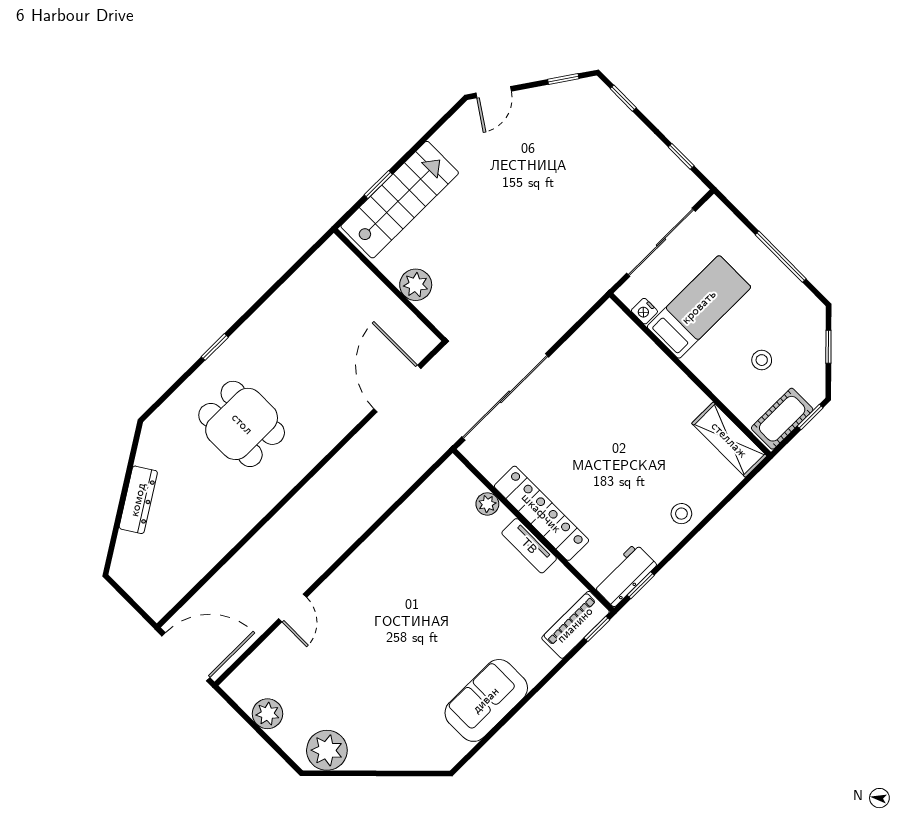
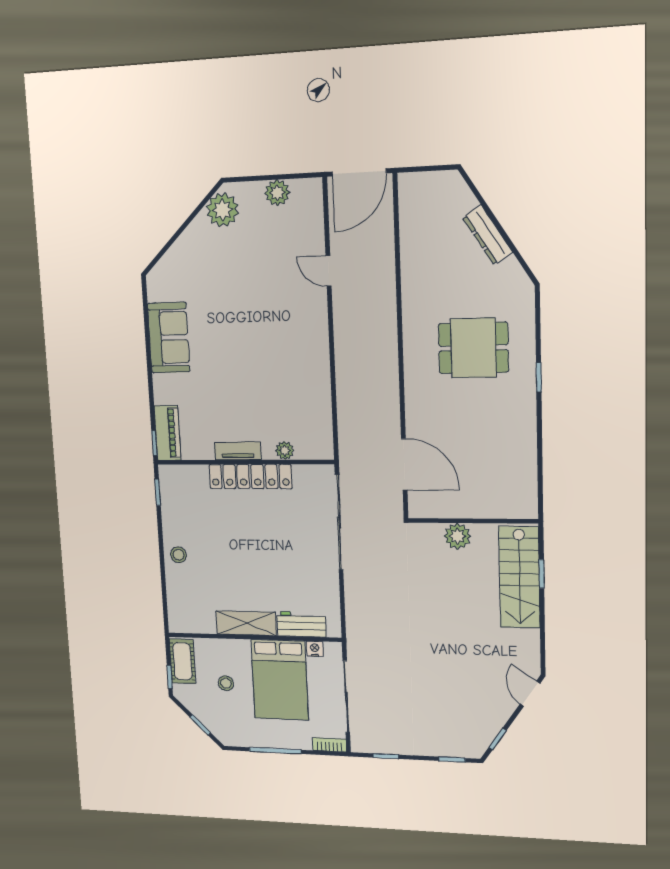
bookcase: (723, 214) -> (329, 745), added
bed: (699, 307) -> (280, 680), width x1.50
shelving: (729, 440) -> (246, 623), moved
workbench: (625, 575) -> (301, 624), moved, turned -90

